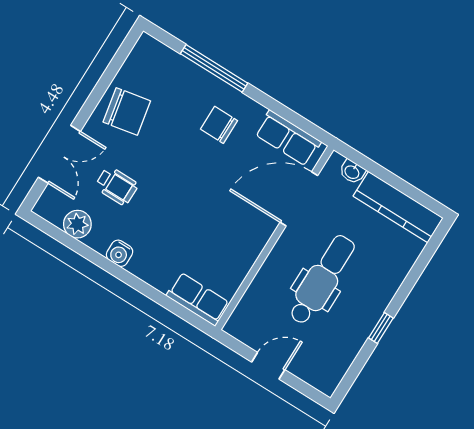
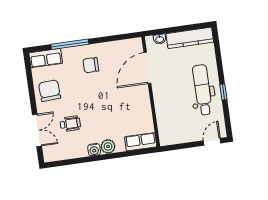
chair: (127, 111) -> (49, 91), turned -82
row of seats: (288, 138) -> (46, 58), moved
plant: (77, 224) -> (108, 146), moved
dental chair: (322, 280) -> (202, 90), moved
door: (268, 366) -> (212, 142), moved

